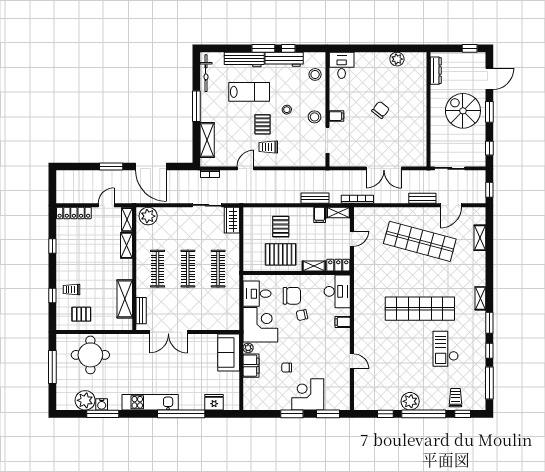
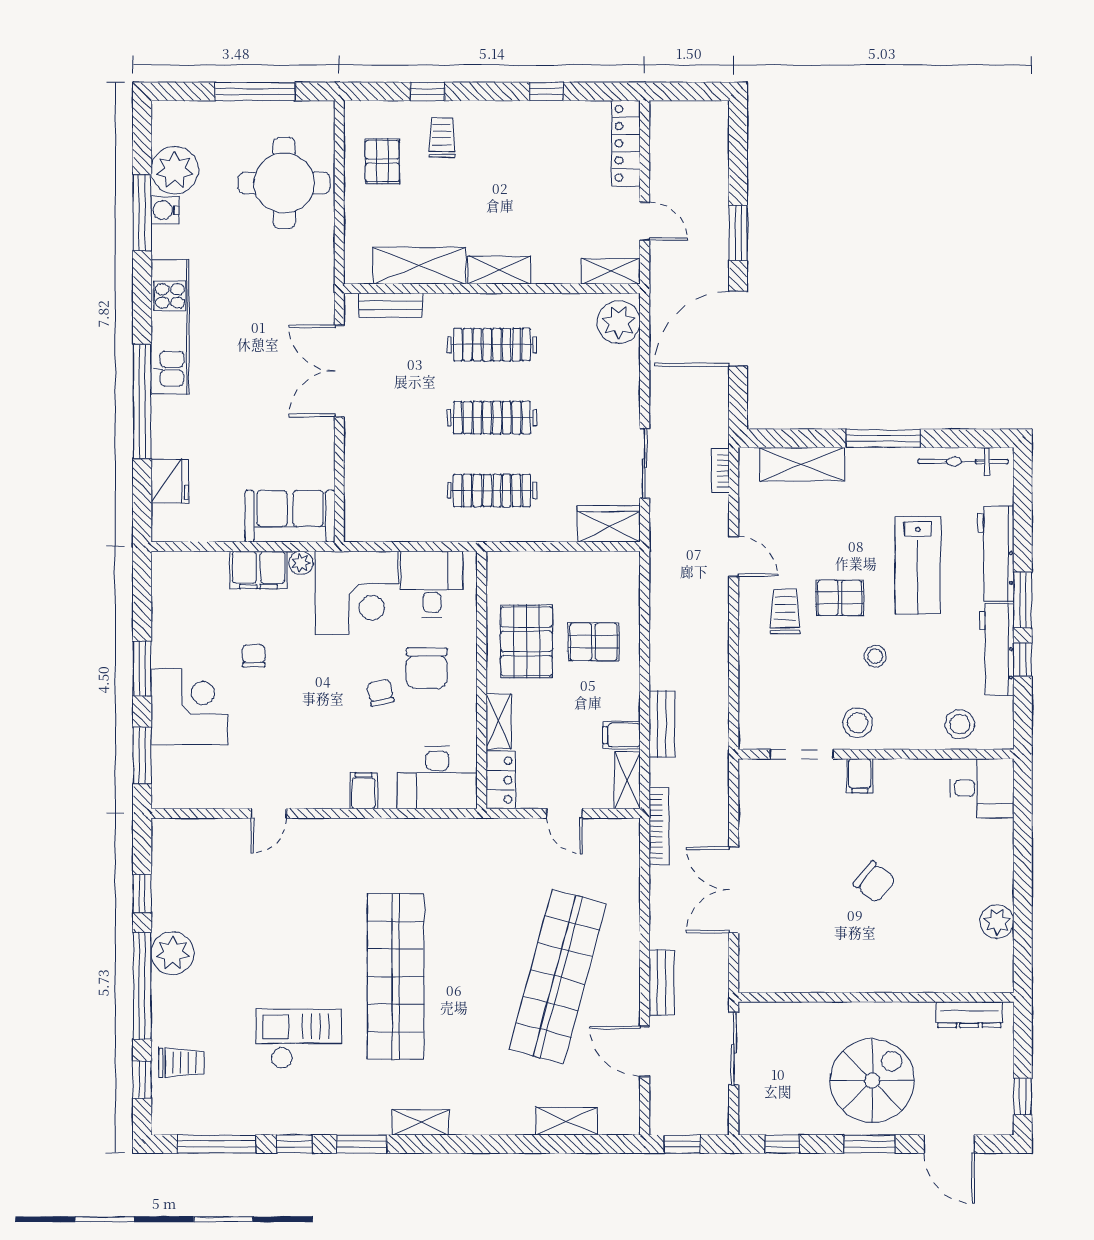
shelving: (127, 245) -> (499, 270), moved

